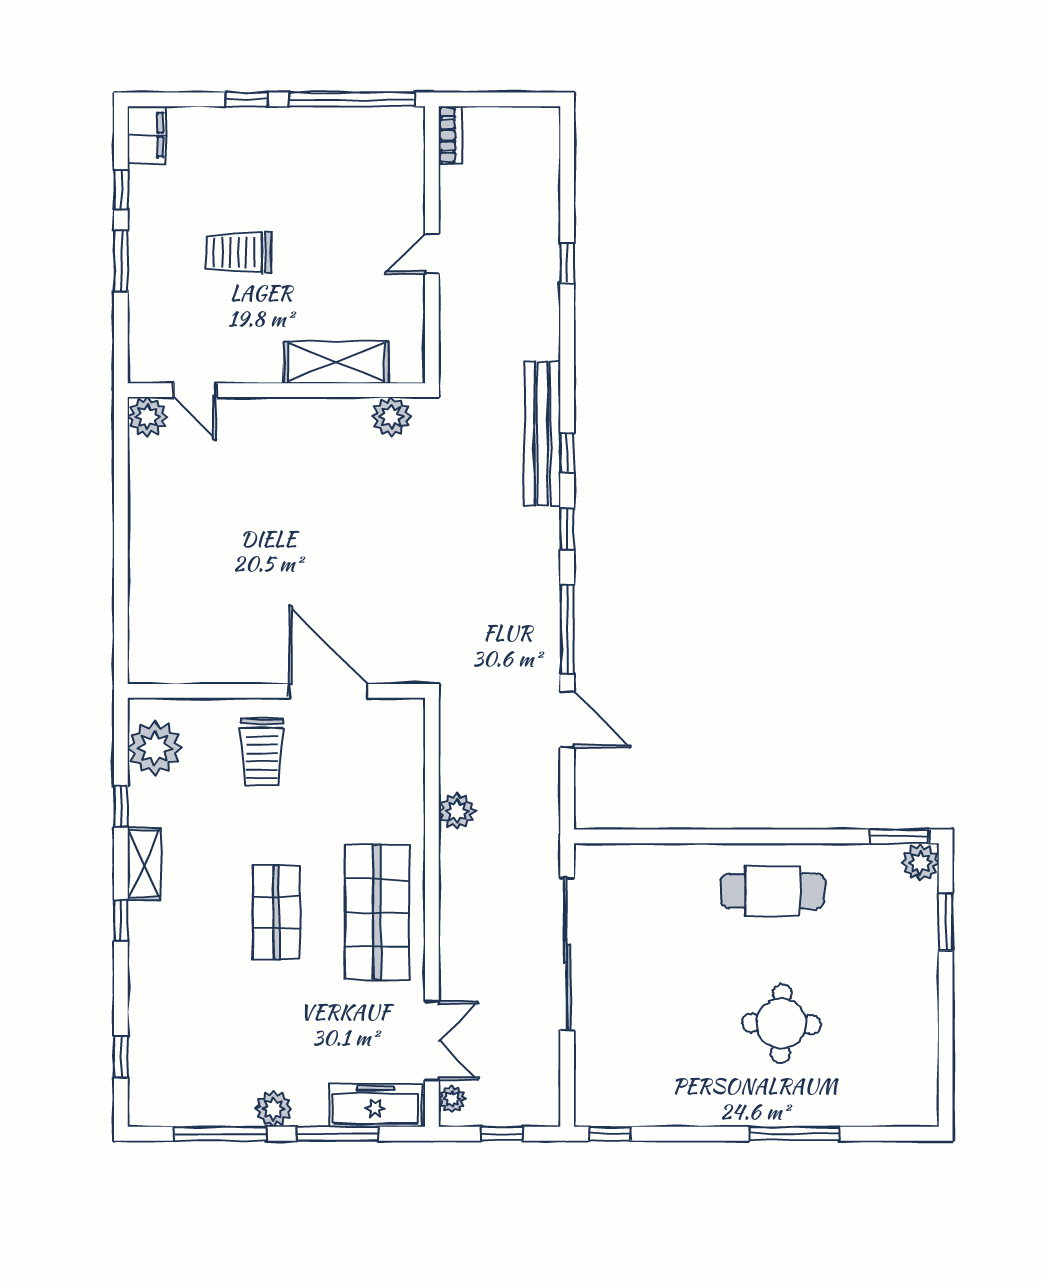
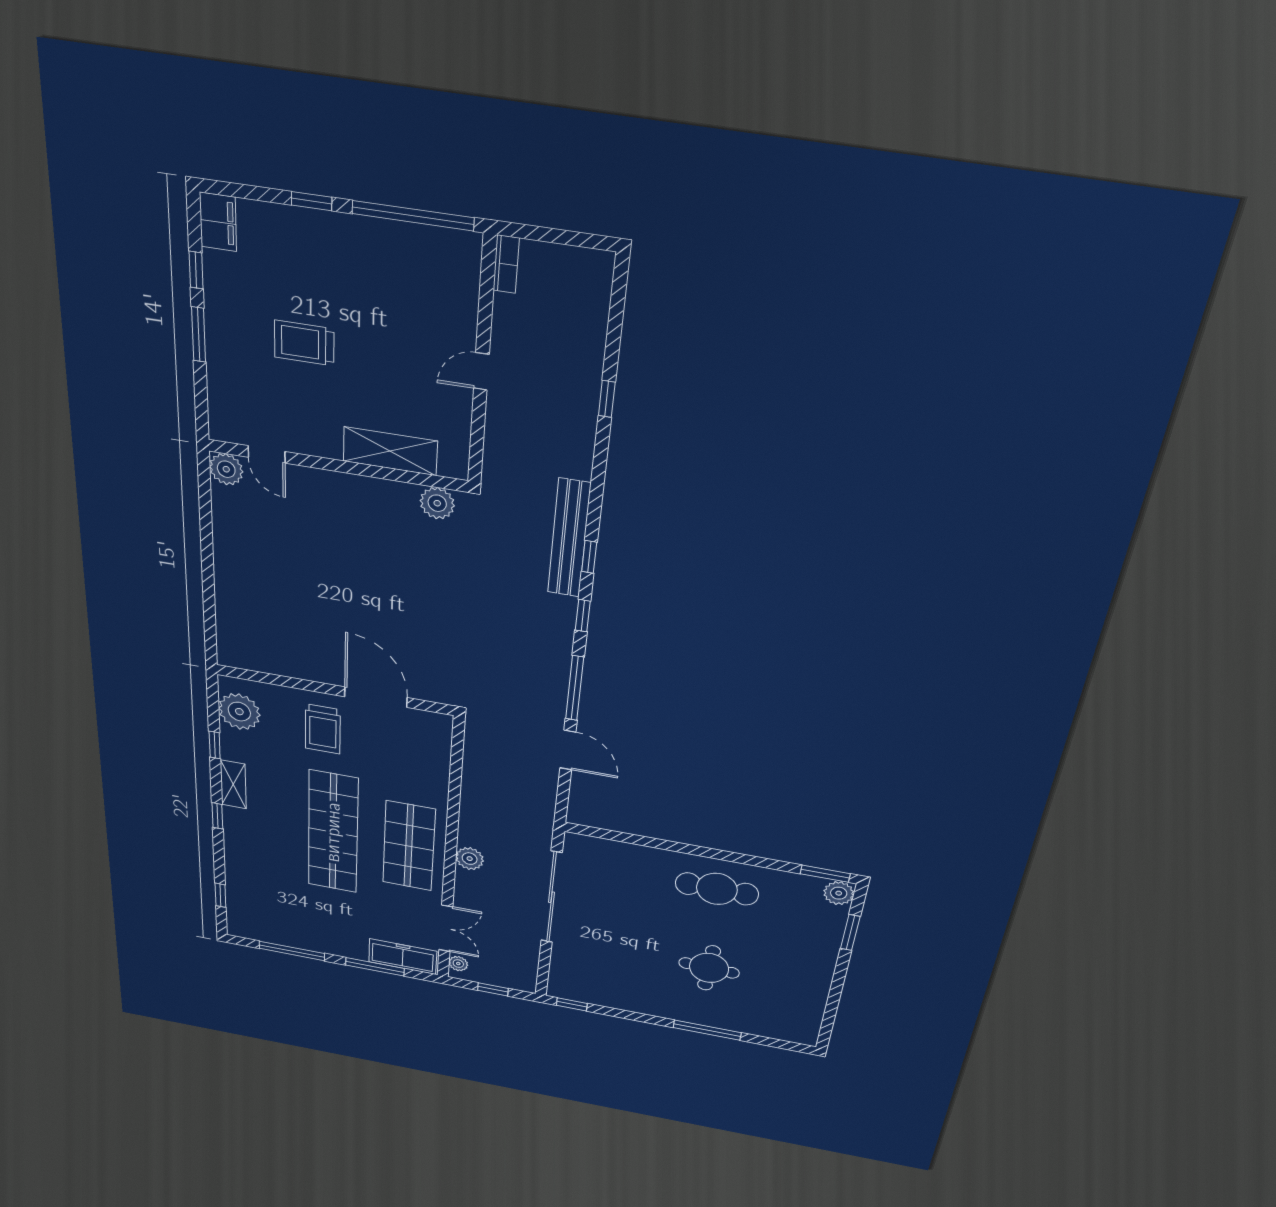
plant: (457, 811) -> (470, 859), moved
shop shelf: (276, 912) -> (333, 832), width x2.00, depth x1.36
plant: (274, 1109) -> (330, 945), removed

